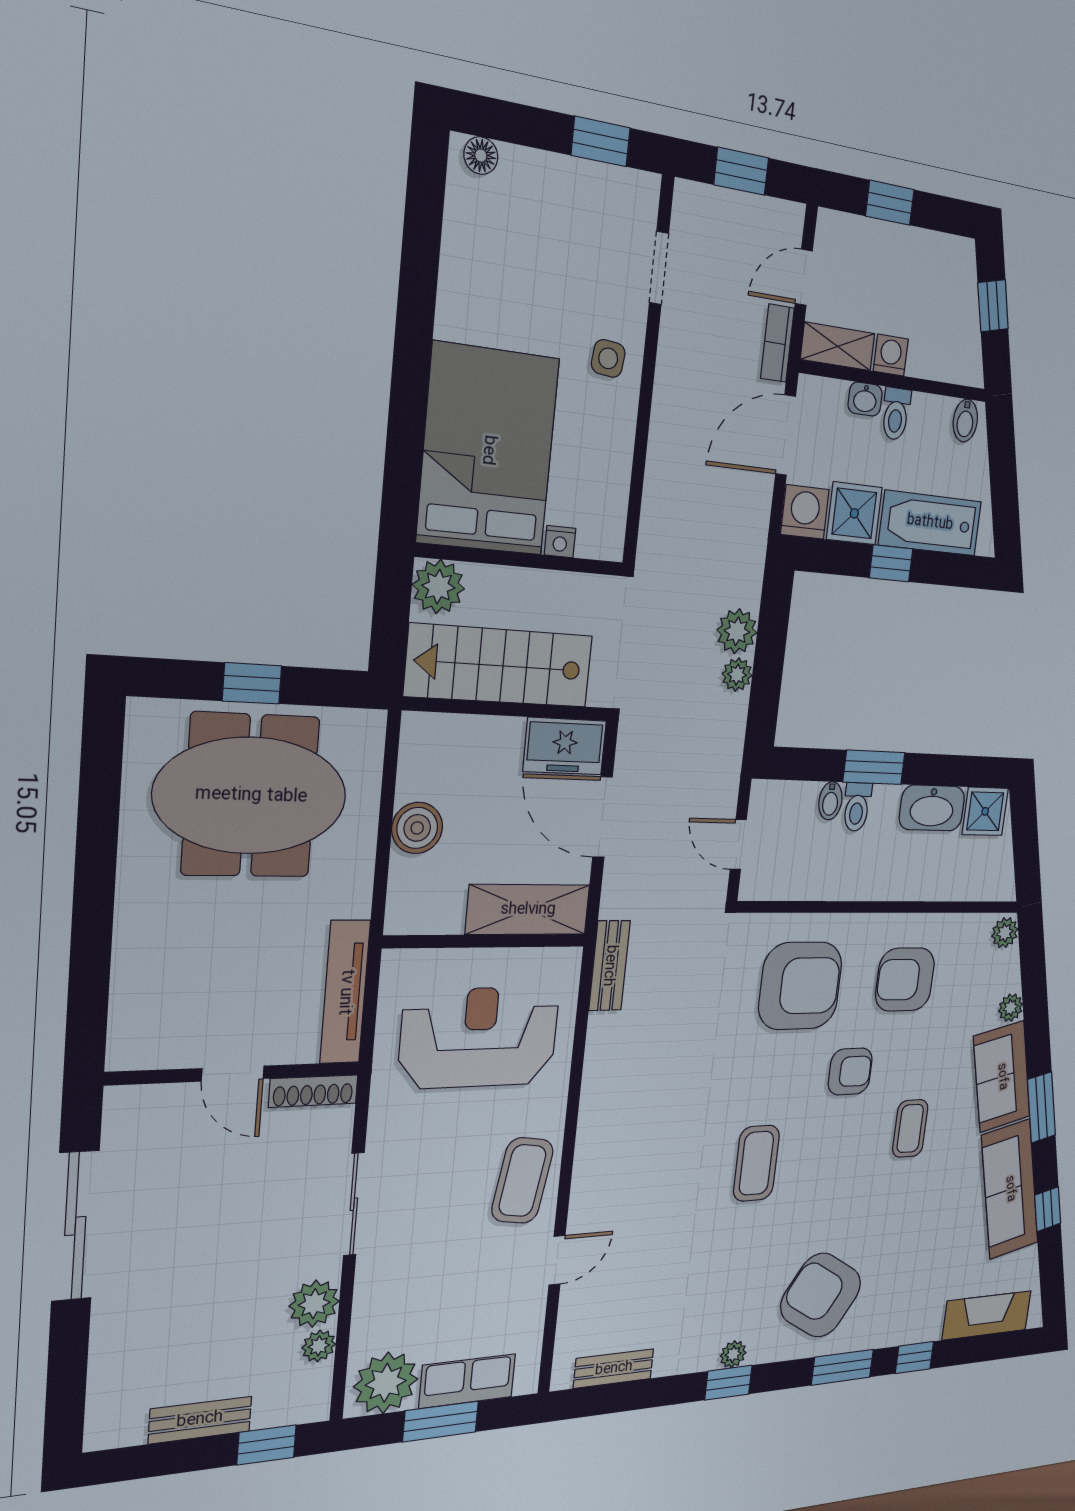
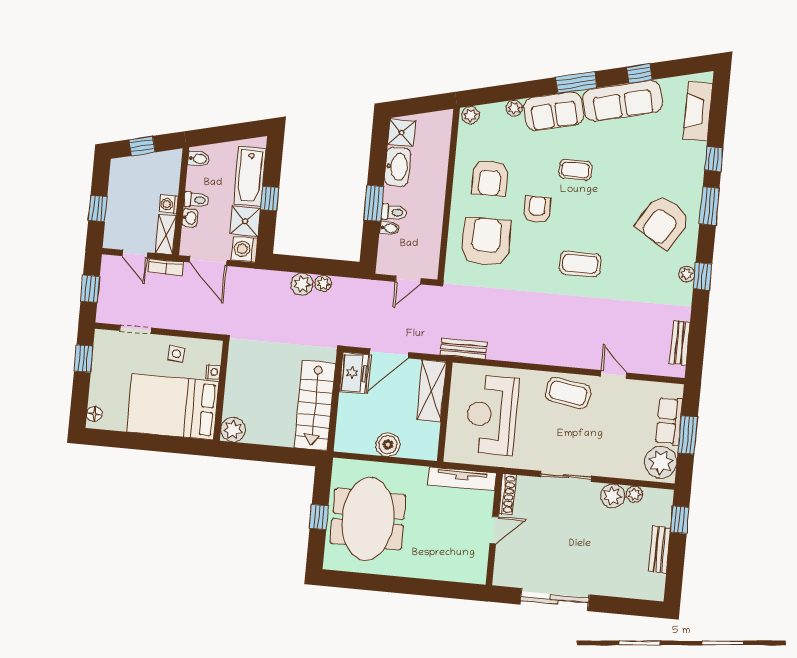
bed: (488, 450) -> (173, 407), moved
nightstand: (560, 542) -> (213, 372), moved
wall: (521, 560) -> (221, 391), moved
plant: (438, 587) -> (233, 430), moved

